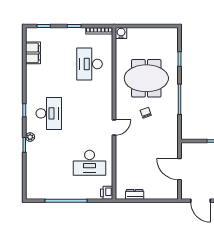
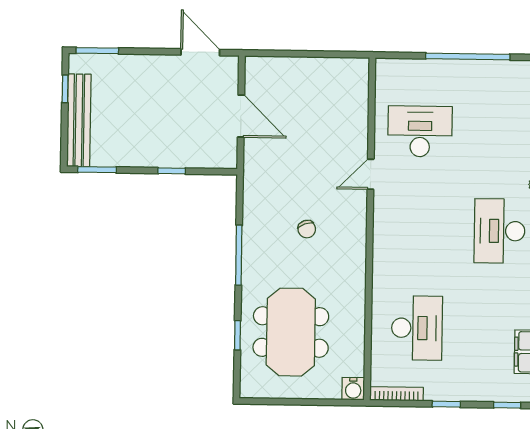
meeting table: (146, 78) -> (291, 332), moved, turned 90
door: (114, 127) -> (371, 174), moved
printer: (107, 193) -> (387, 71), removed
dresser: (135, 194) -> (331, 67), removed

